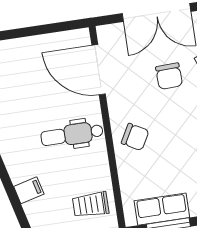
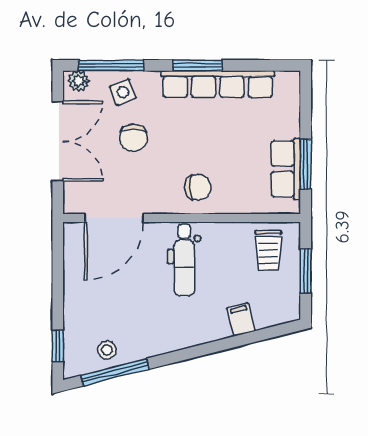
chair: (169, 76) -> (133, 138), turned 92
chair: (135, 137) -> (198, 187), turned 61

